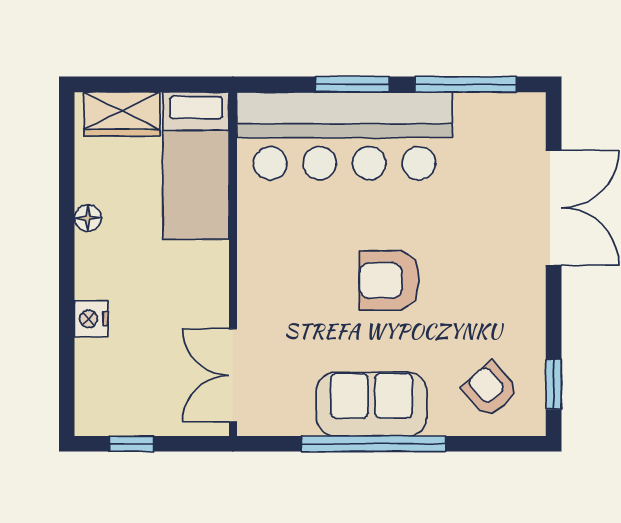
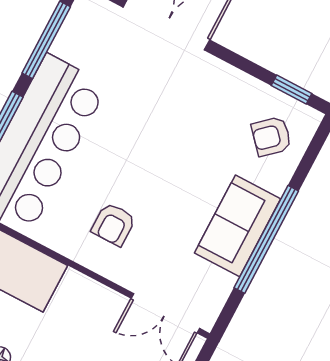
armchair: (389, 280) -> (114, 224), moved, width x0.72, depth x0.72

